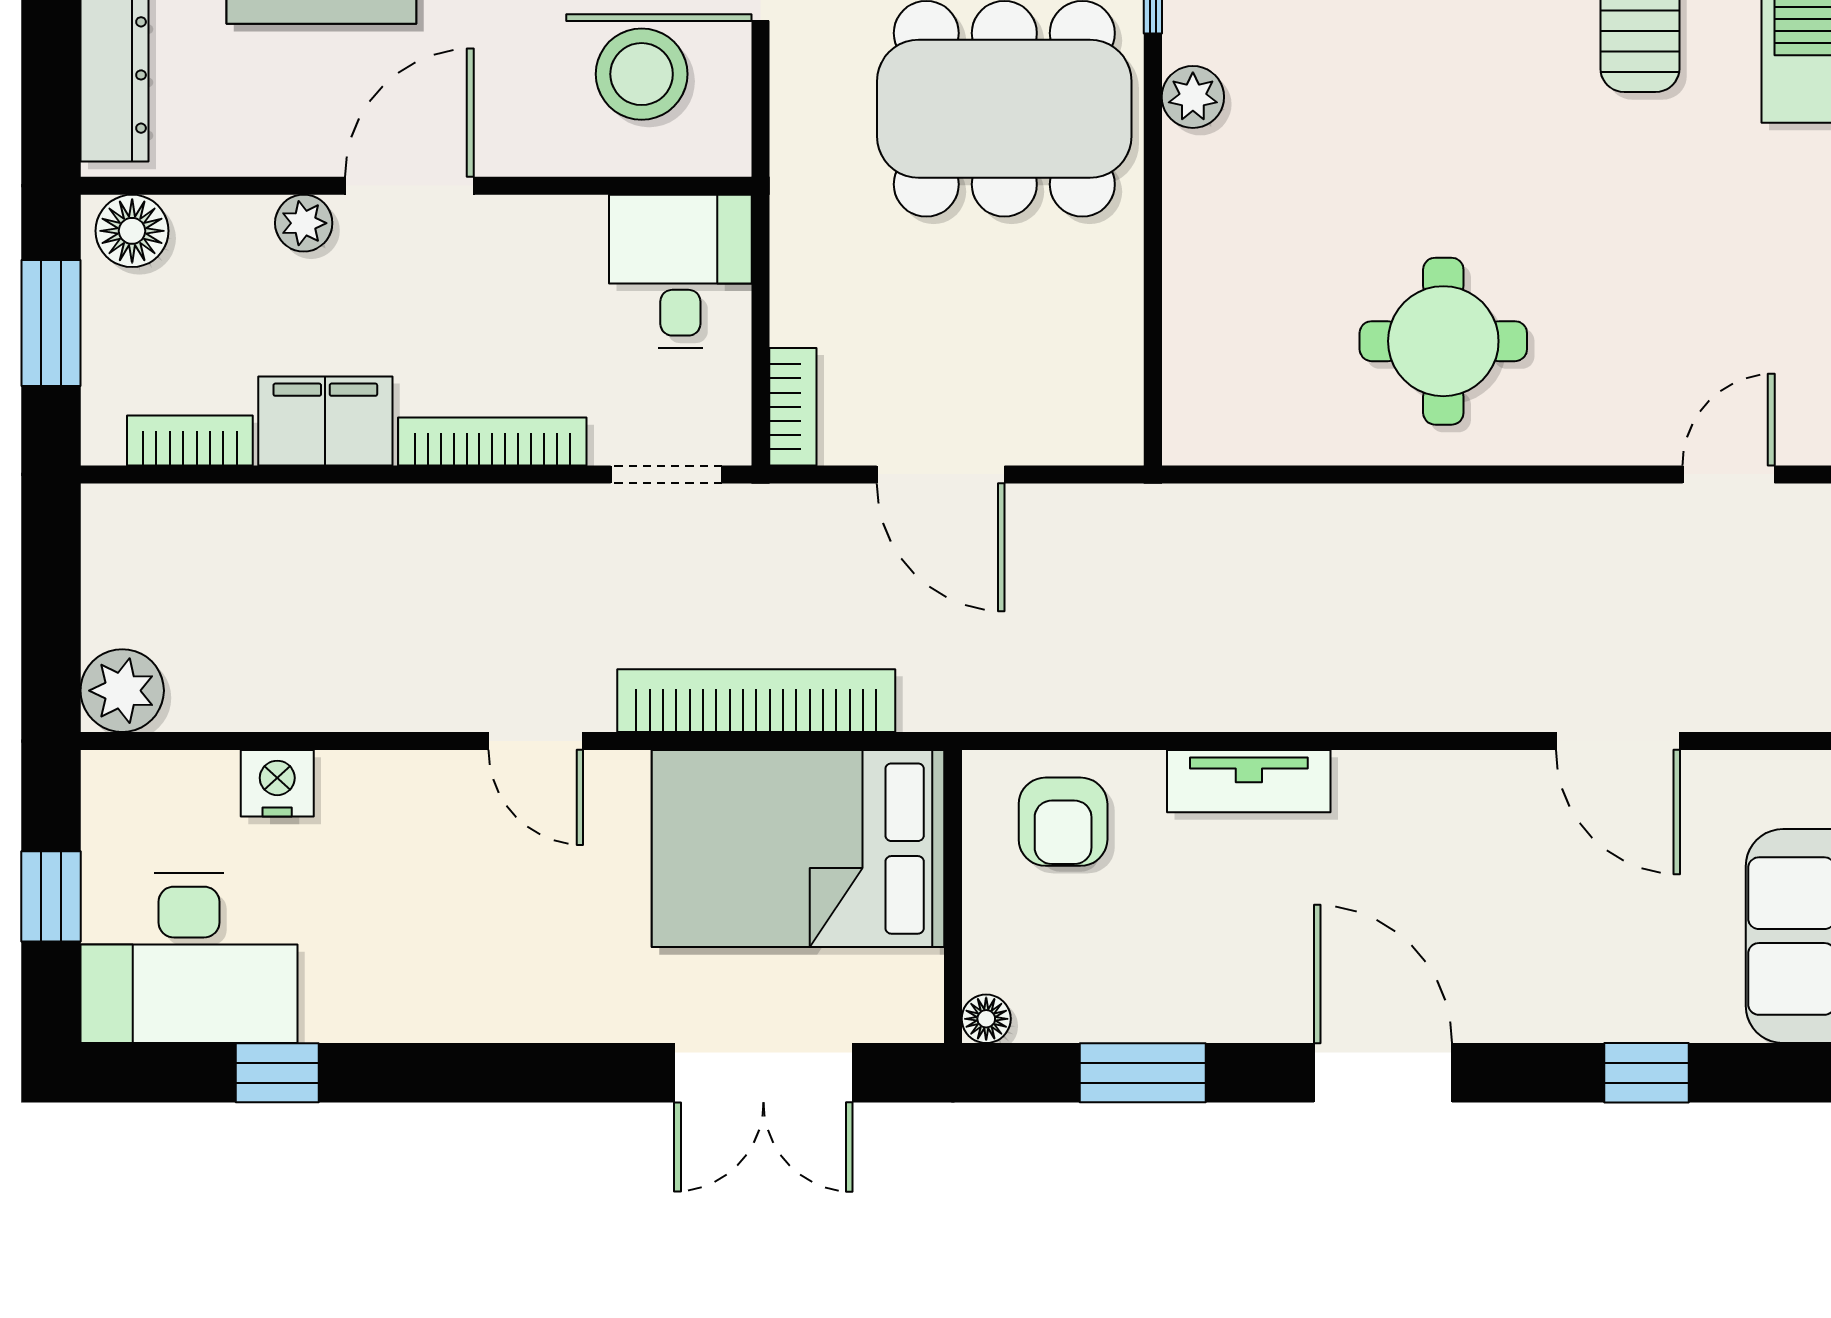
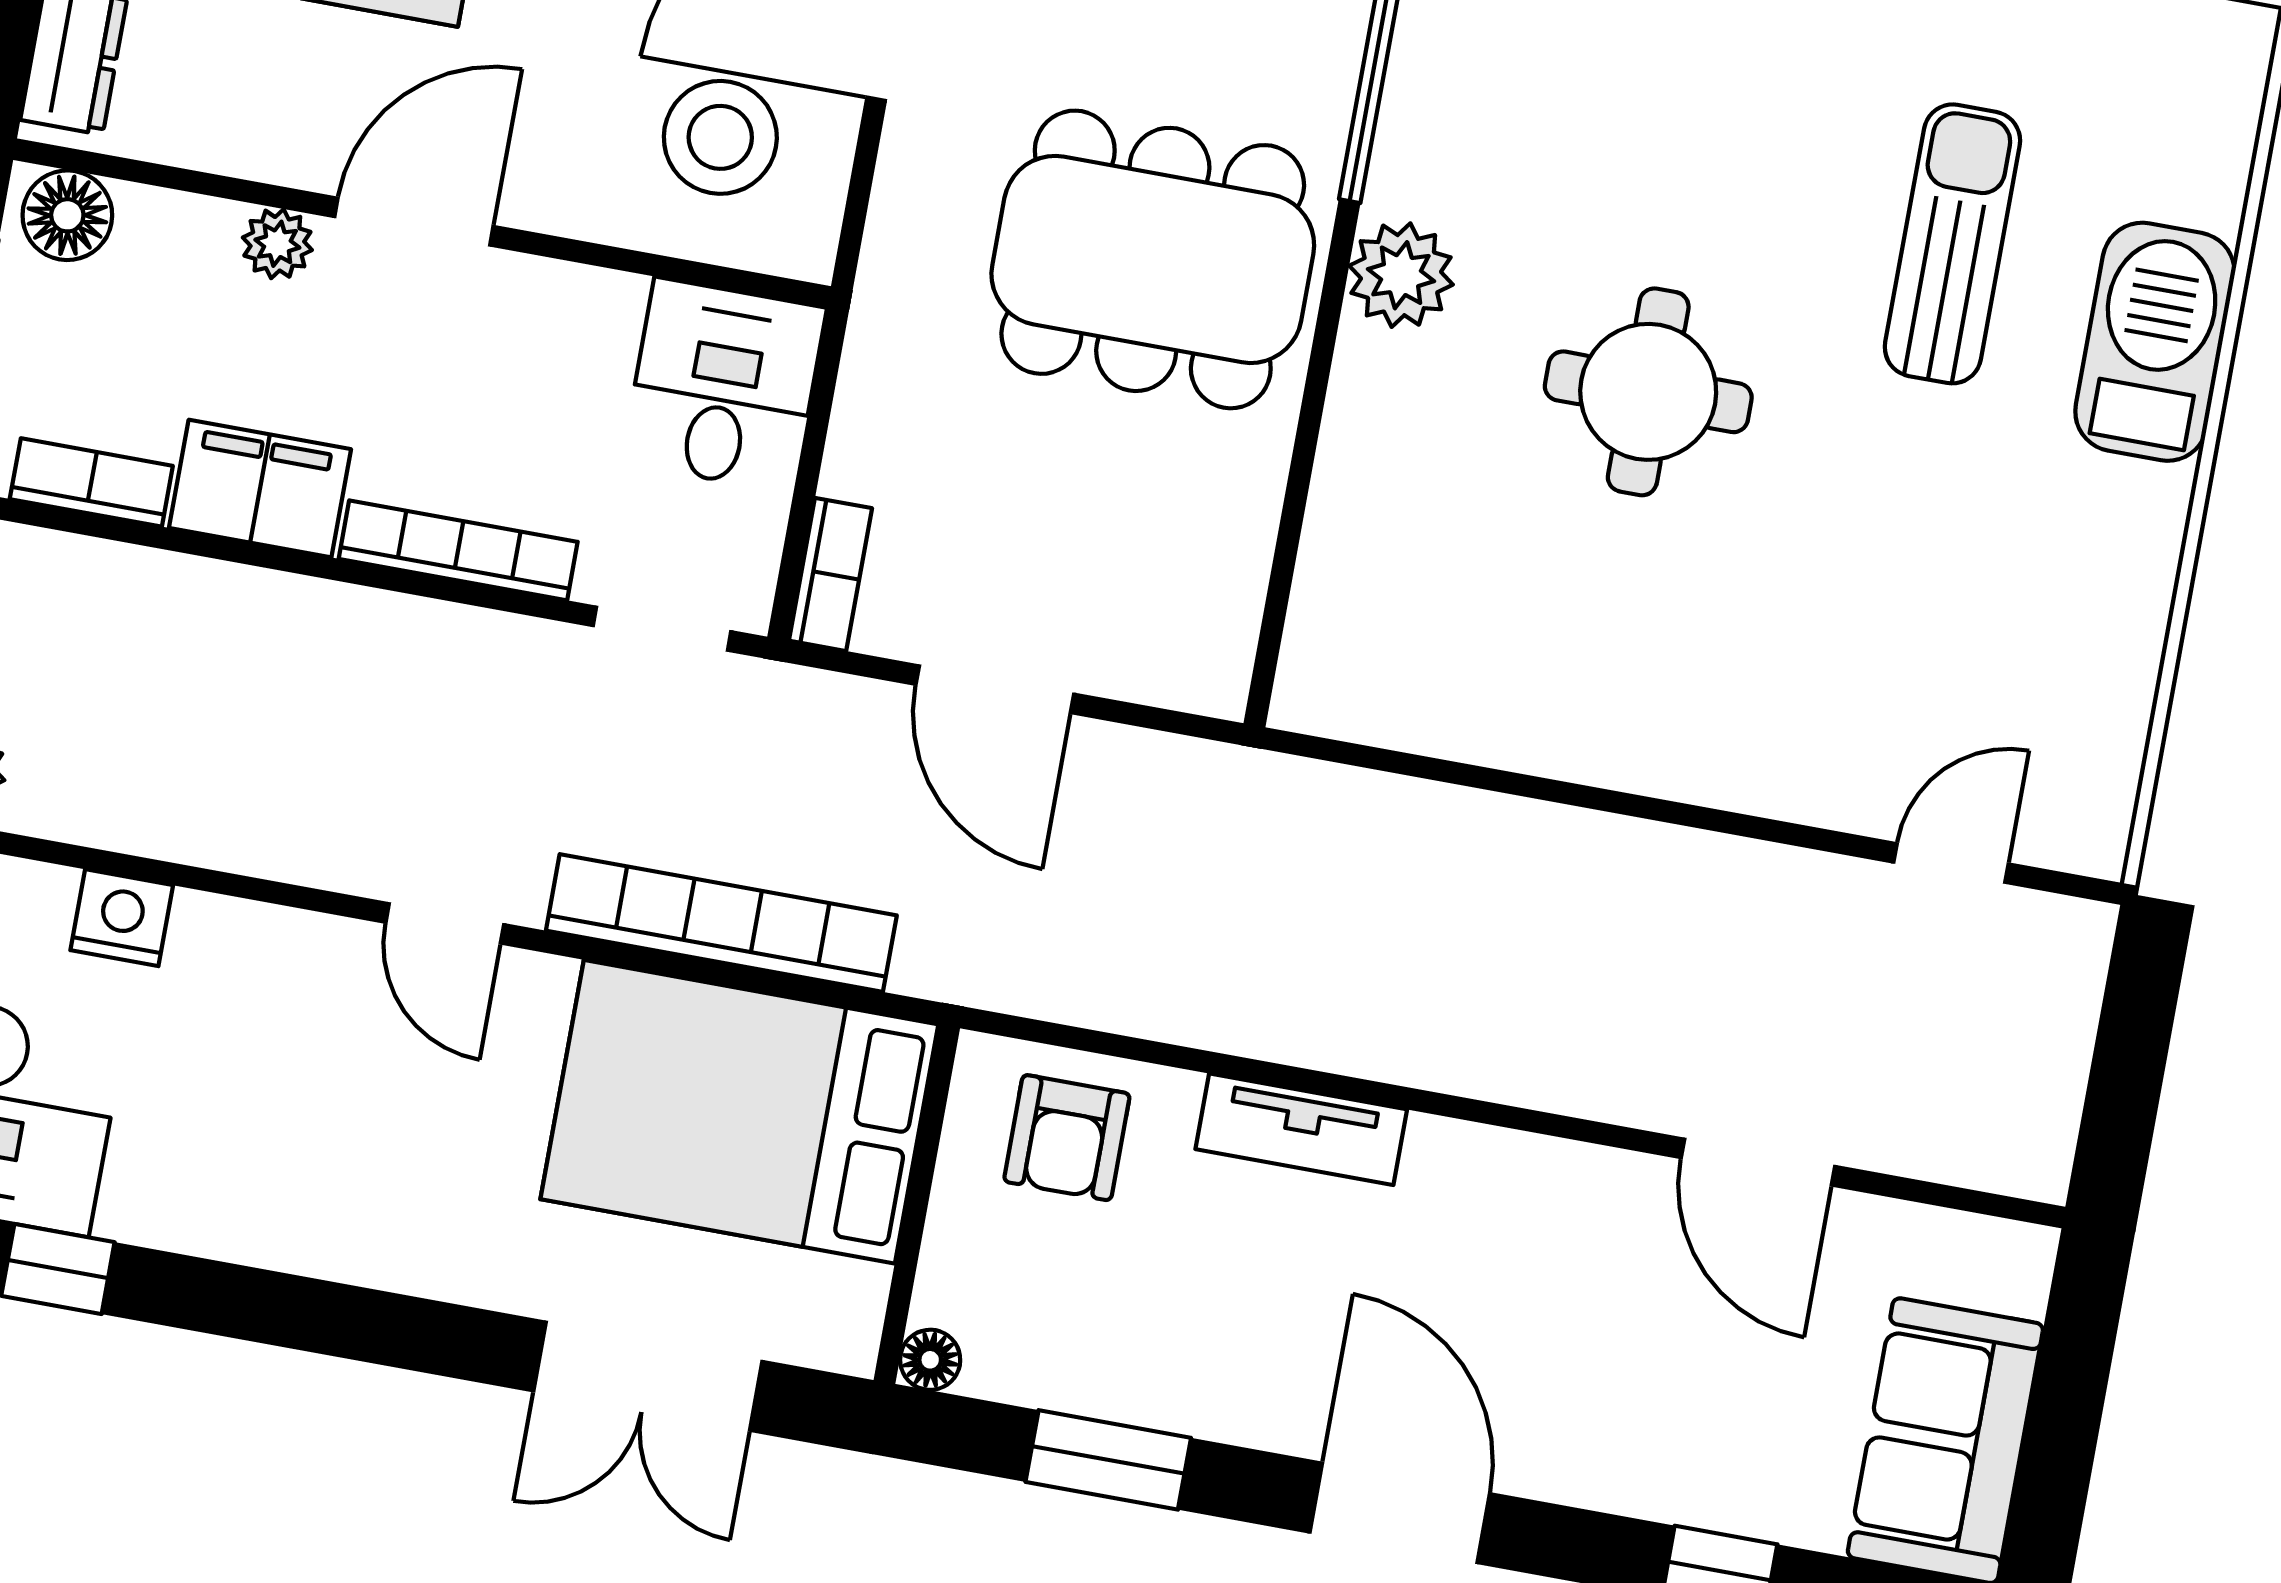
plant: (1193, 97) -> (1401, 275), width x1.38, depth x1.38
round table: (1443, 341) -> (1648, 392), moved

